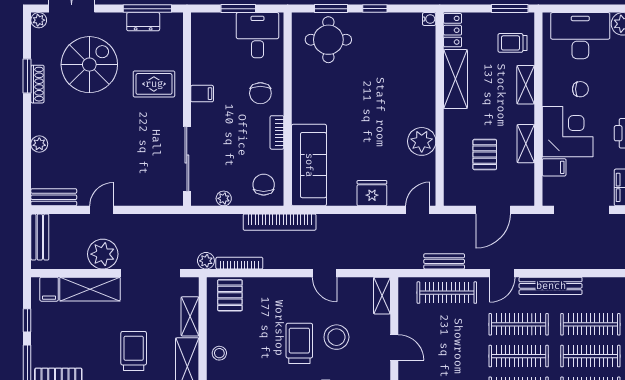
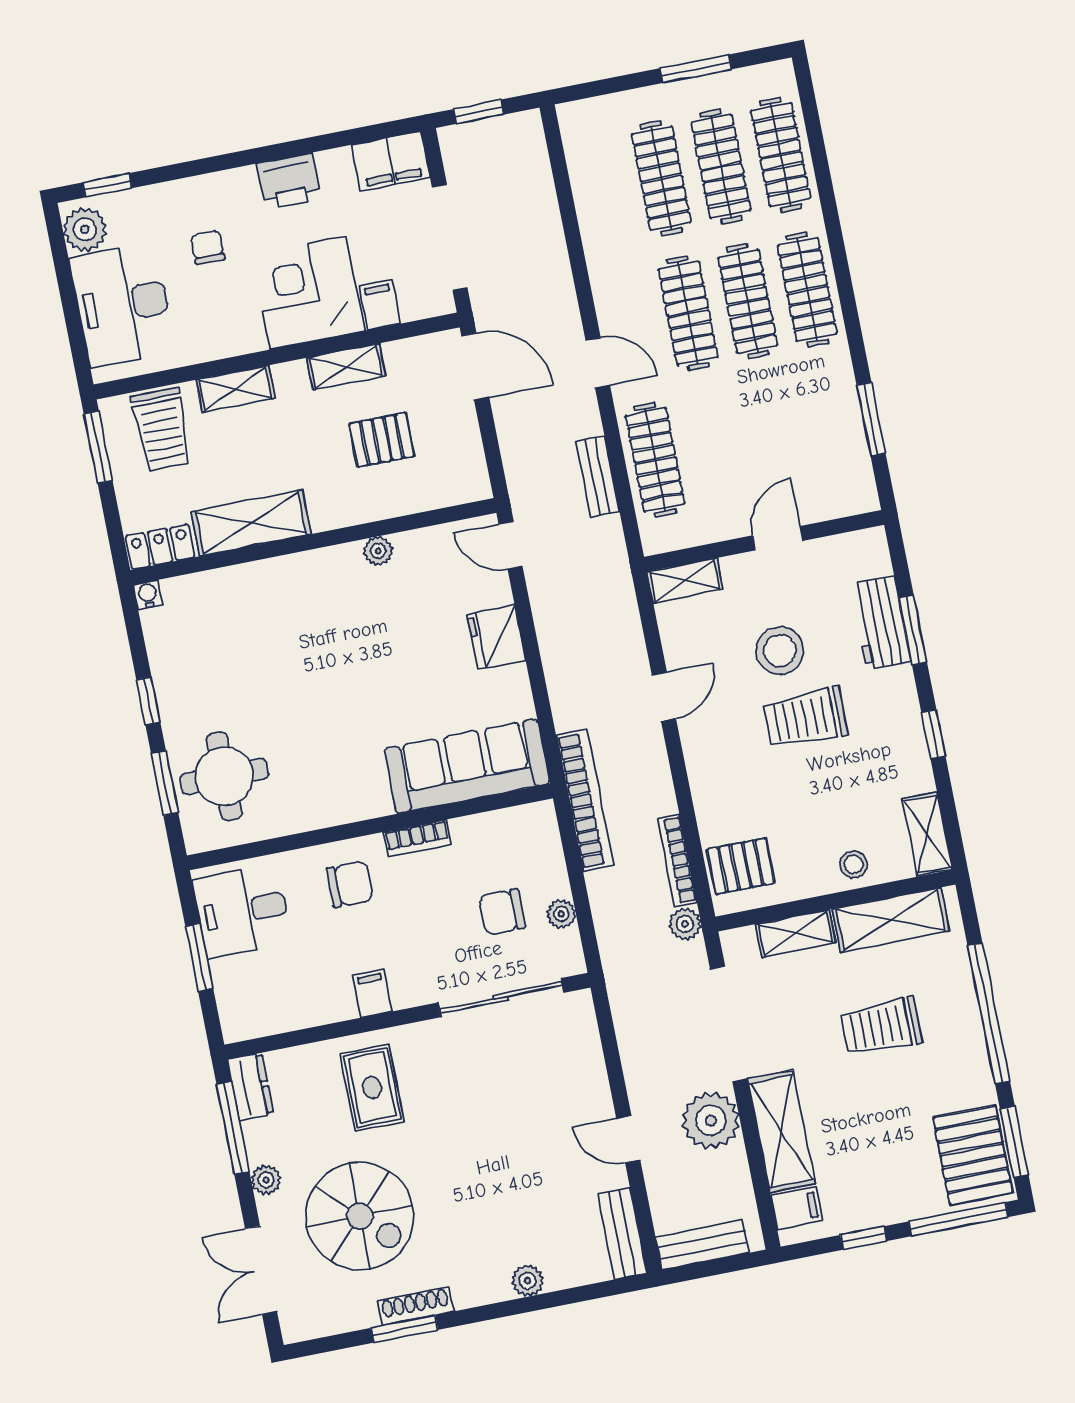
plant: (39, 20) -> (266, 1180), moved
dresser: (143, 22) -> (250, 1087), moved
trolley: (512, 43) -> (162, 429), width x1.36, depth x1.39
spiral stairs: (89, 65) -> (360, 1216), turned 180
chair: (580, 89) -> (208, 247), moved
plant: (422, 141) -> (378, 551), width x0.53, depth x0.53
chair: (264, 185) -> (502, 912), moved
door: (493, 210) -> (475, 366), moved
bench: (551, 286) -> (604, 267), removed

